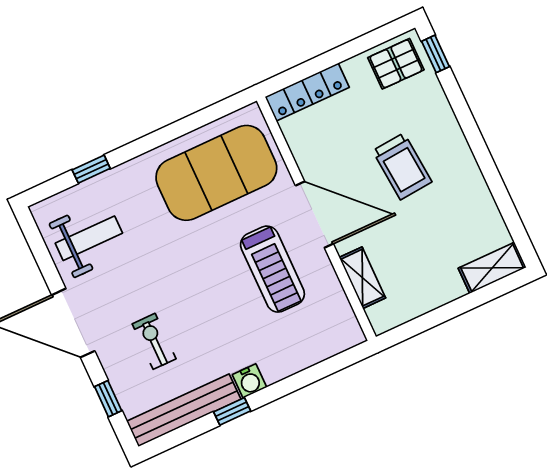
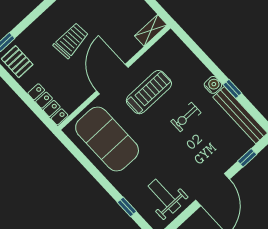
shelving: (362, 278) -> (151, 30), moved
exercise bike: (154, 341) -> (186, 117), moved

